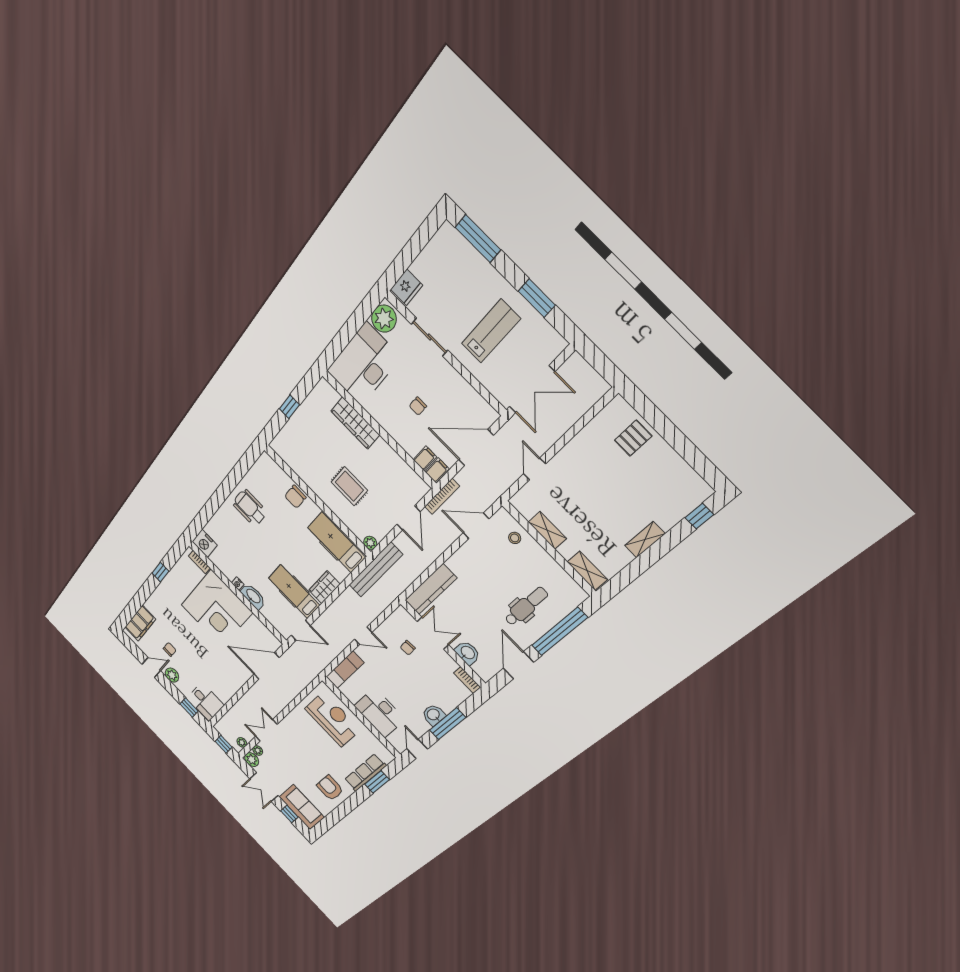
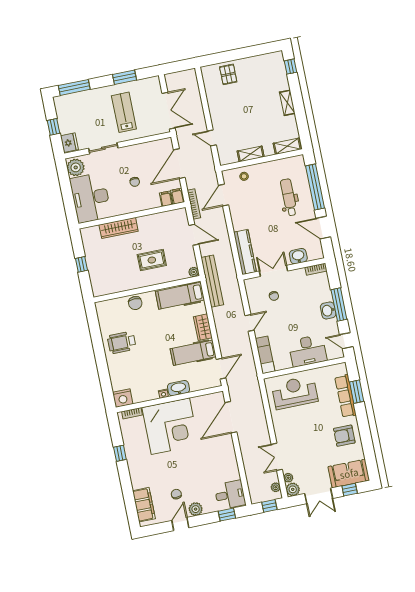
window: (411, 251) -> (53, 127), added

